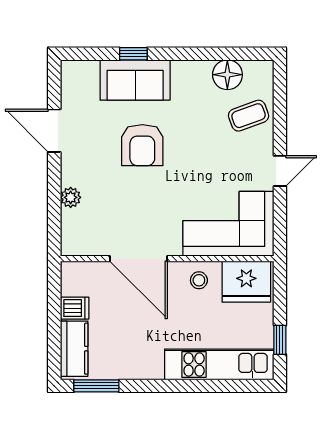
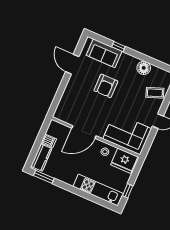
floor lamp: (227, 75) -> (144, 68), moved
sofa: (135, 80) -> (104, 53), moved
plant: (71, 197) -> (67, 95), removed
door: (138, 259) -> (84, 132), hinge flipped

